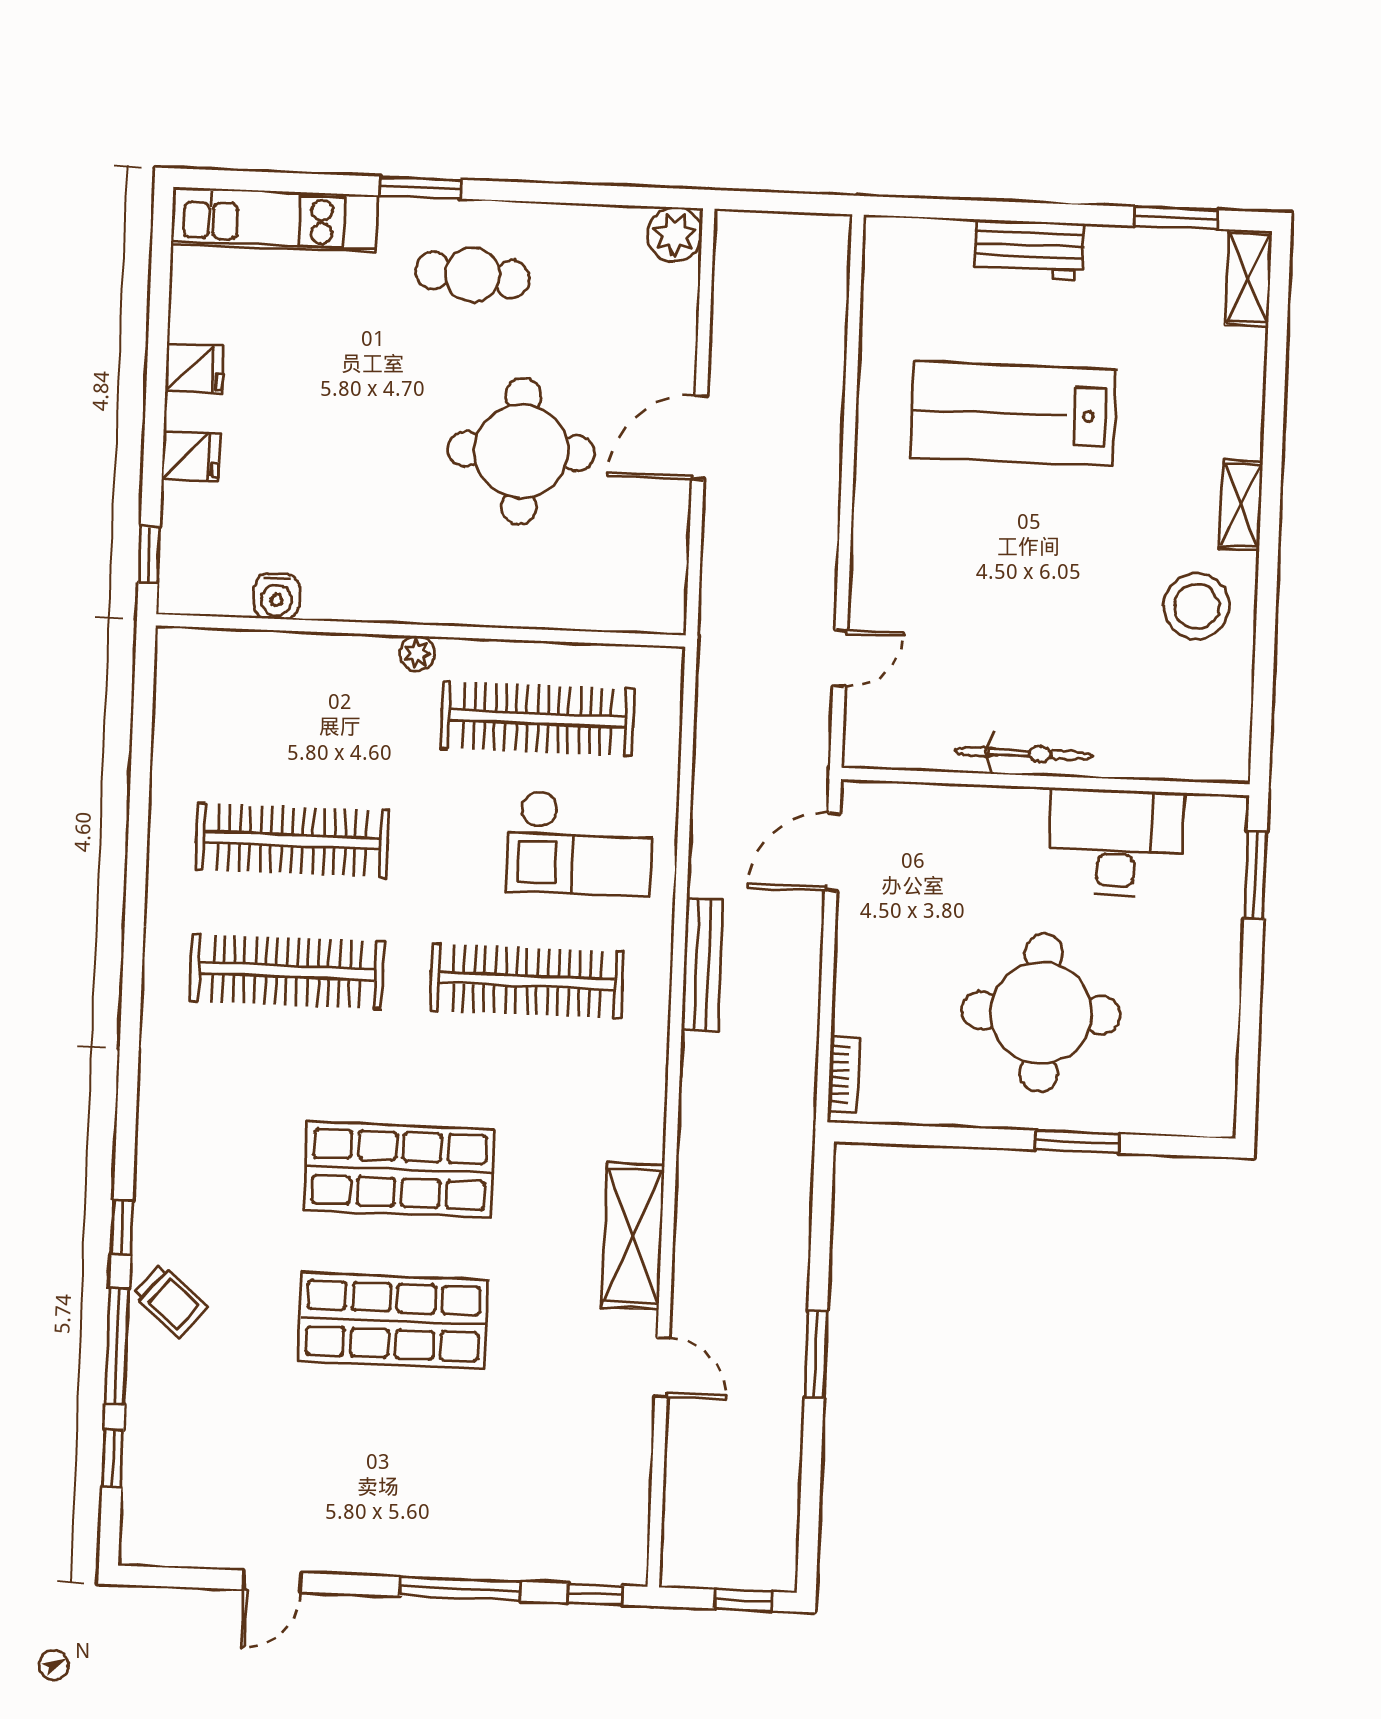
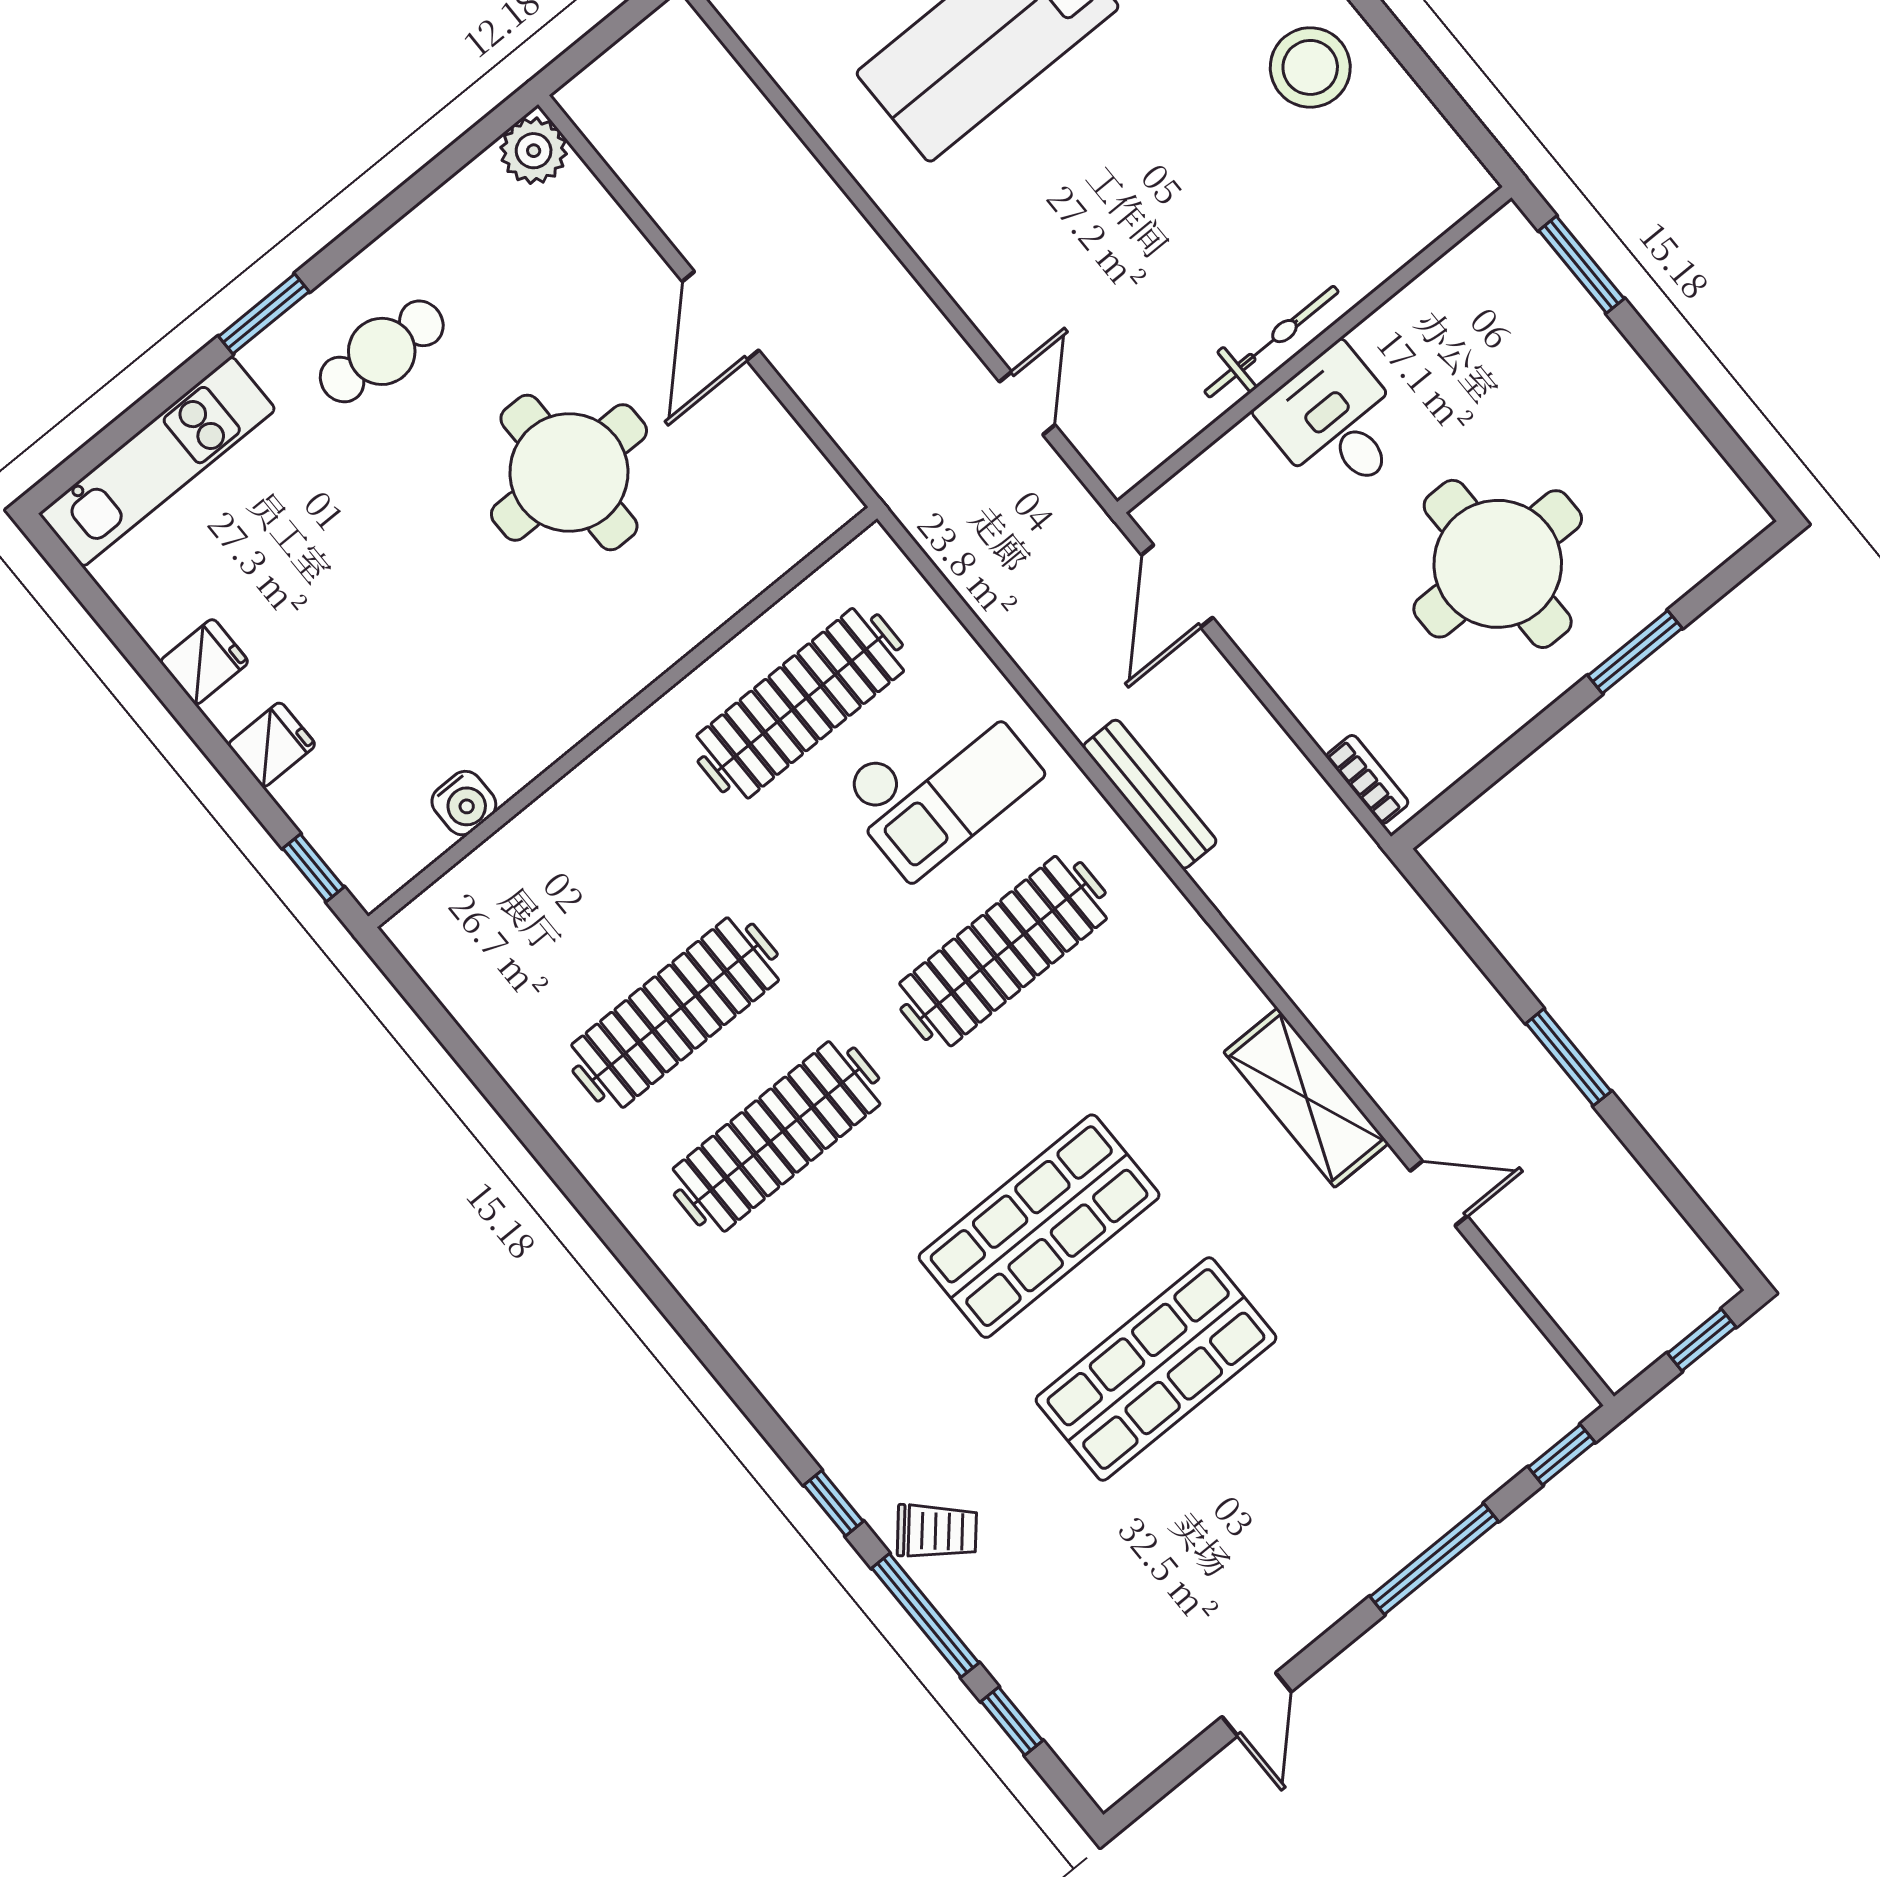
plant: (417, 653) -> (638, 741), removed
desk: (1116, 842) -> (1336, 423), moved, width x0.73

